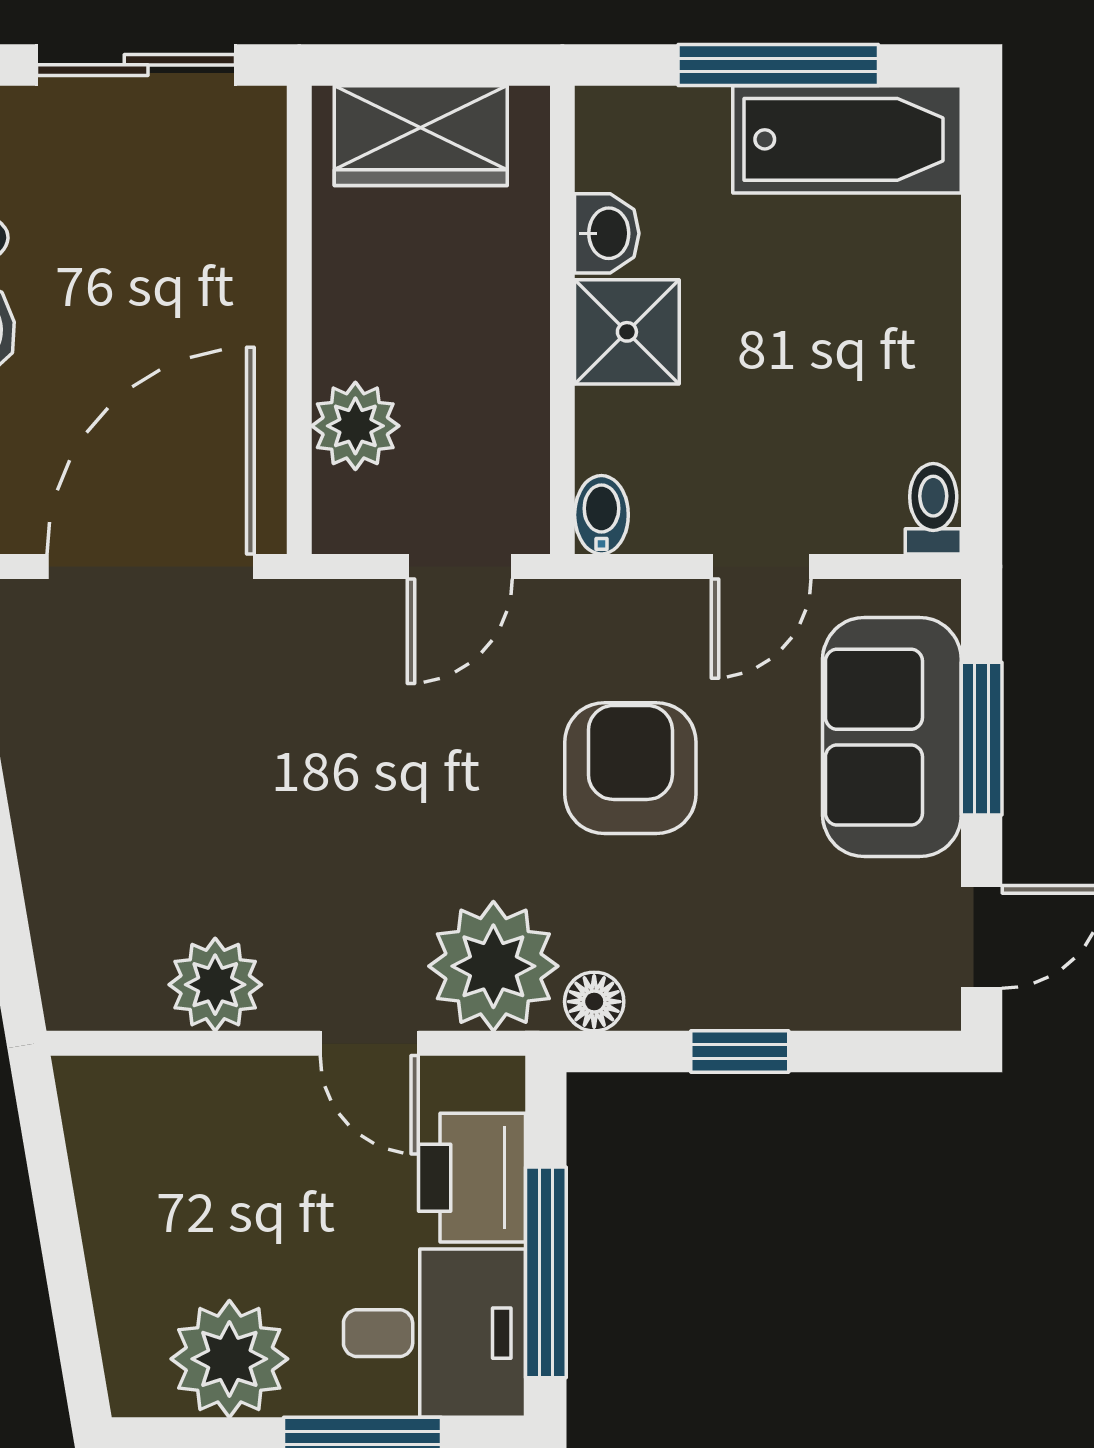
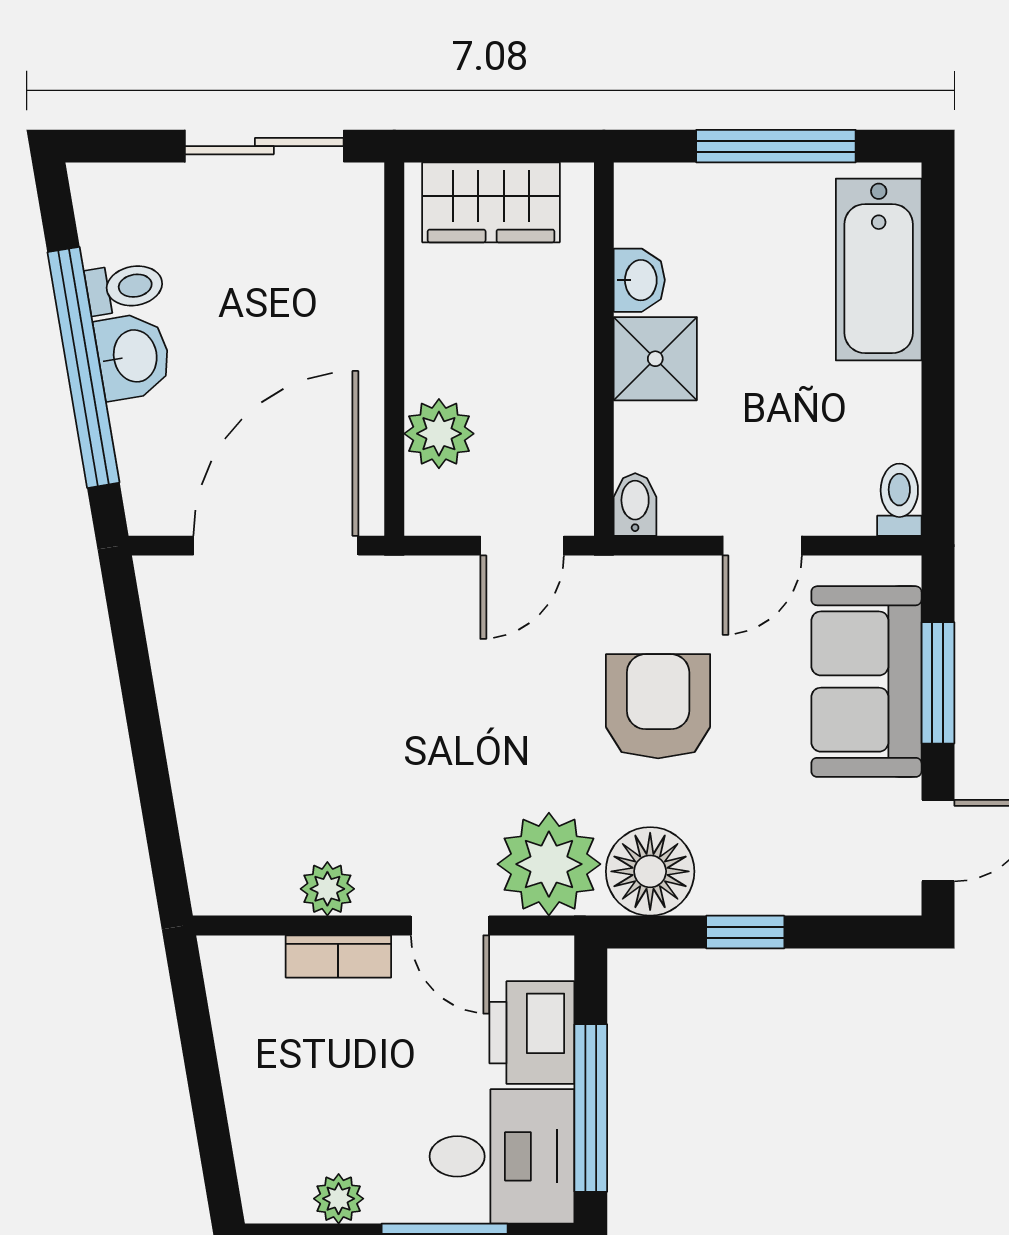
bathtub: (847, 139) -> (879, 269), moved, turned 90
plant: (215, 985) -> (327, 889), width x0.73, depth x0.73
floor lamp: (594, 1002) -> (650, 871), width x1.89, depth x1.89
bookcase: (229, 1082) -> (338, 956), added
plant: (229, 1359) -> (339, 1199), width x0.53, depth x0.53

